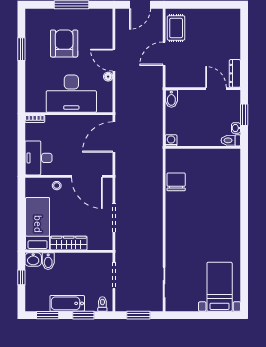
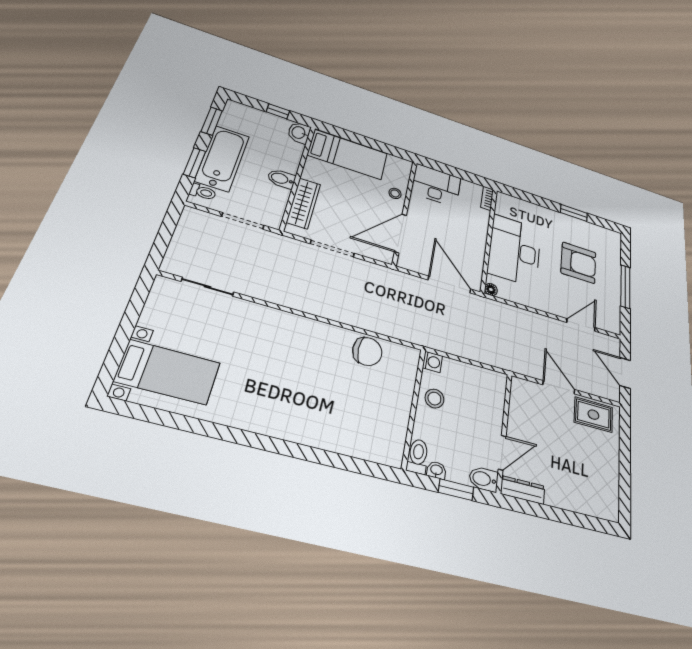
door: (114, 60) -> (581, 325), moved
floor lamp: (108, 77) -> (491, 290), moved
bidet: (171, 99) -> (484, 479), moved
stool: (194, 136) -> (434, 399), added
wardrobe: (69, 243) -> (304, 203), moved
bidet: (48, 261) -> (281, 179), moved
bathtub: (67, 303) -> (222, 158), width x1.36, depth x1.36
window: (138, 315) -> (165, 234), removed

